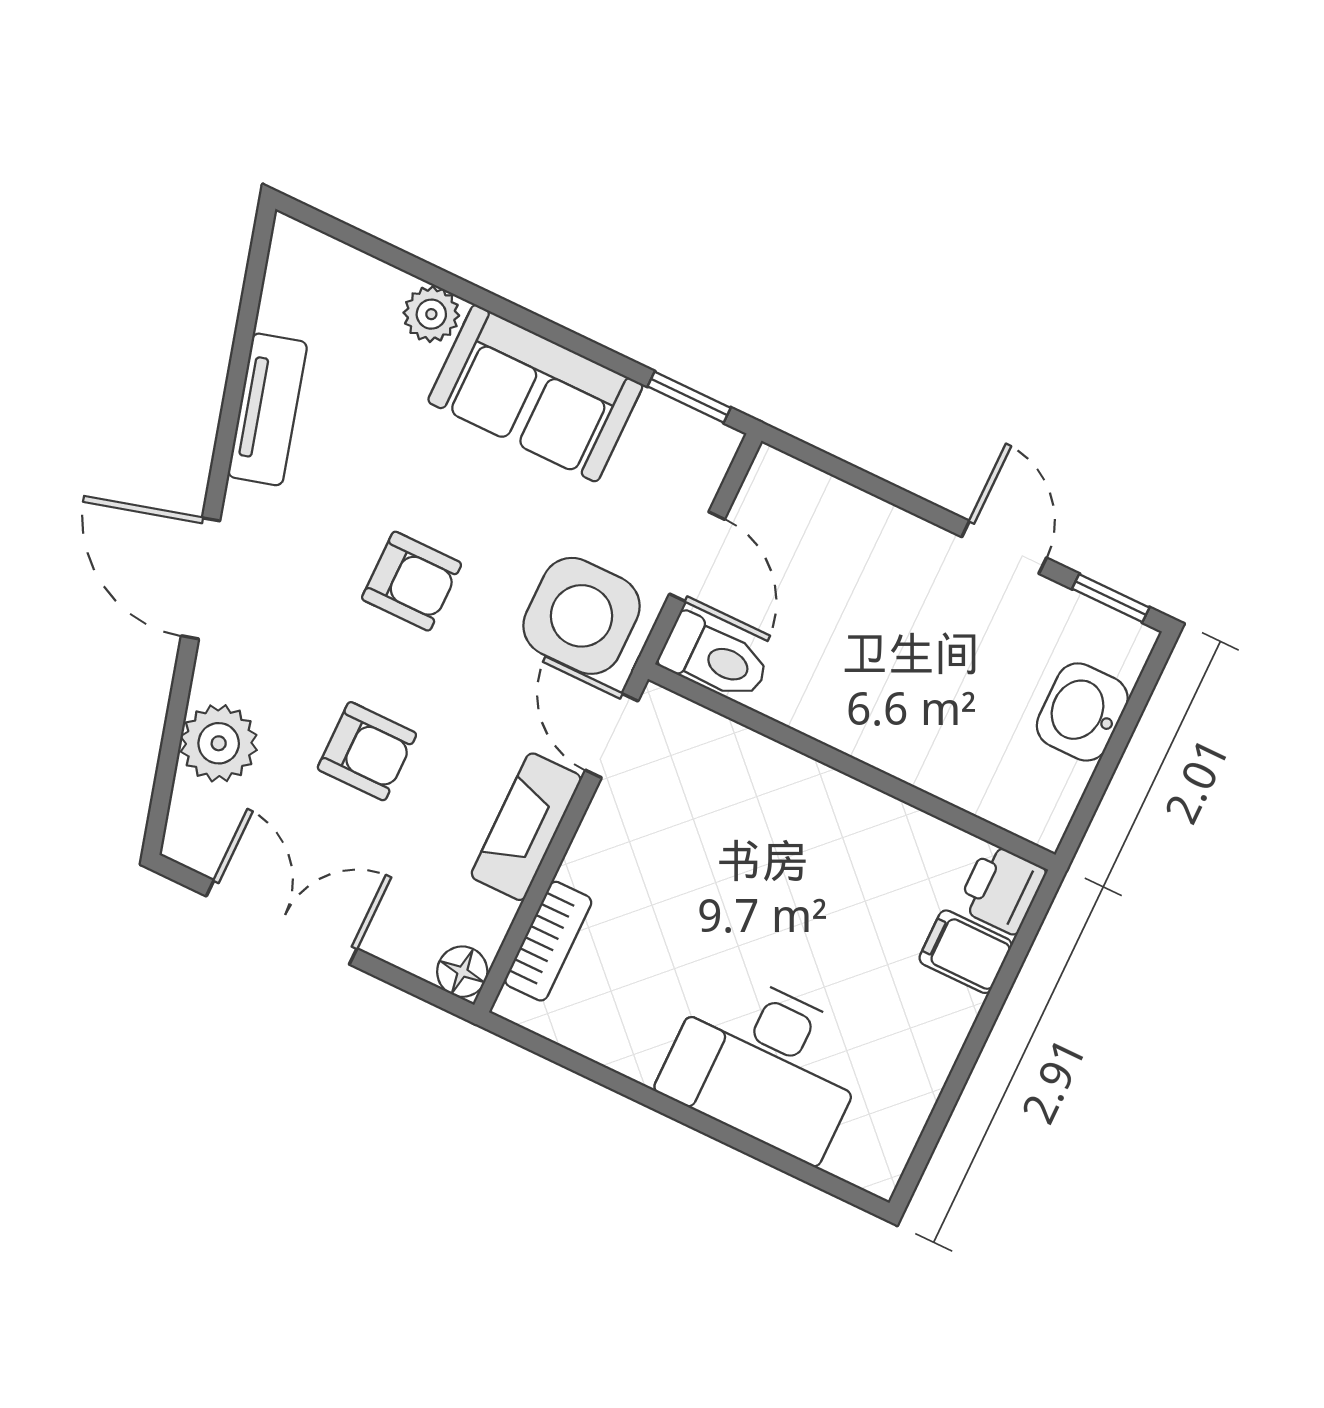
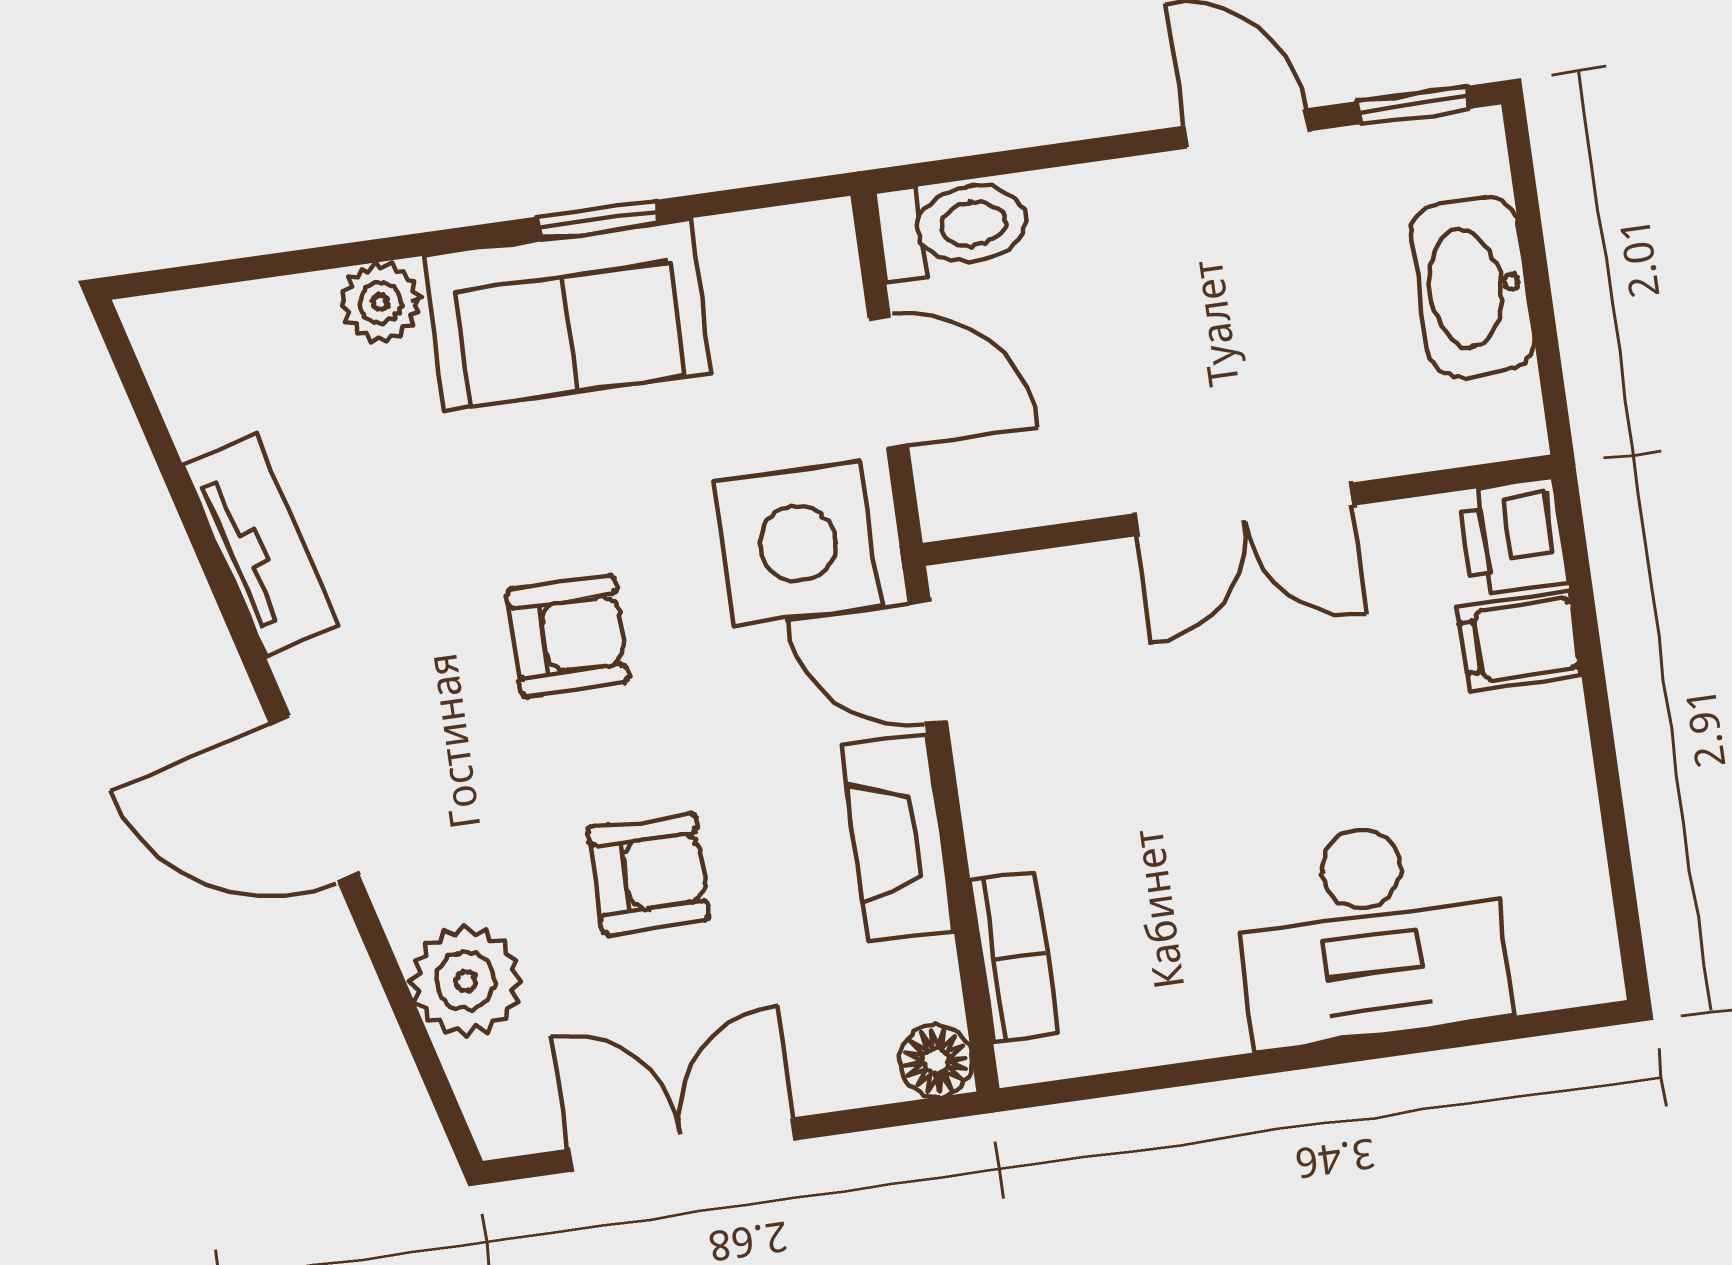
window: (689, 397) -> (598, 220), moved
toilet: (715, 658) -> (953, 227), moved
washbasin: (1082, 712) -> (1473, 287), width x1.38
double door: (855, 768) -> (1243, 510), added

